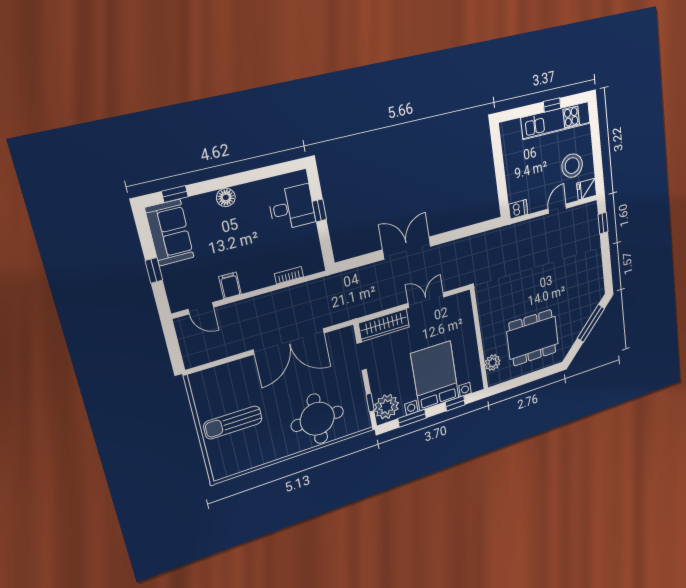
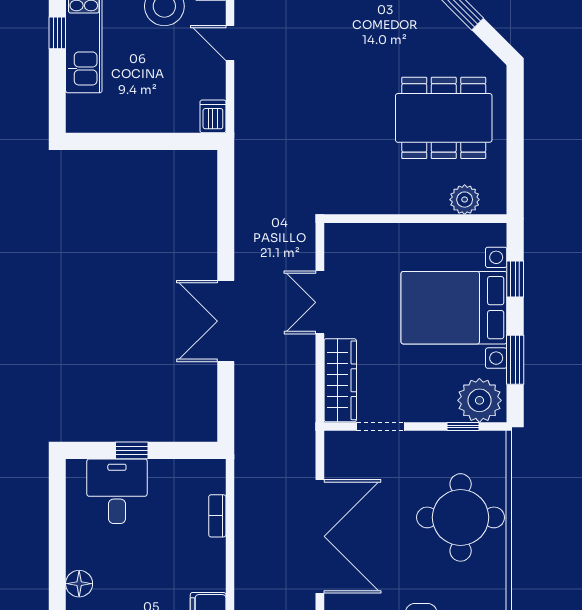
dining table: (533, 338) -> (444, 118), turned 90

